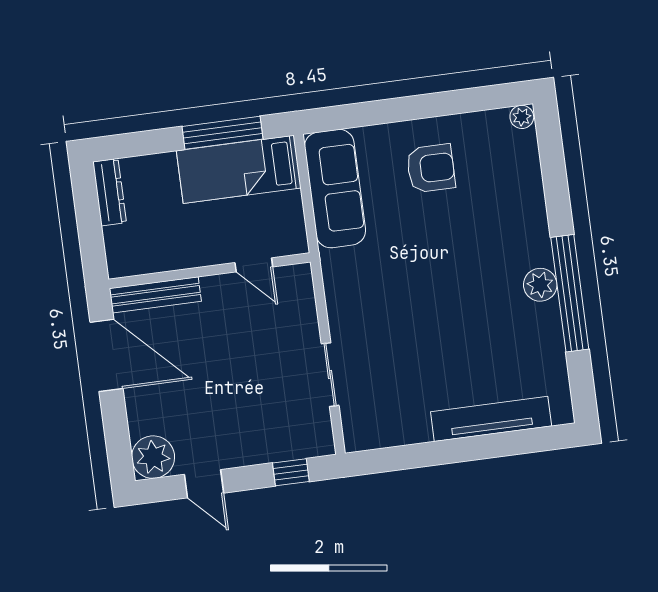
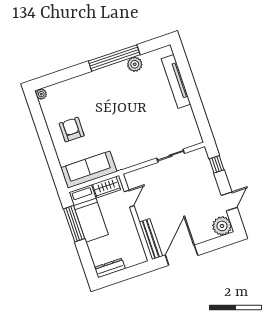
wardrobe: (289, 220) -> (106, 187), added
plant: (540, 285) -> (135, 64), moved

